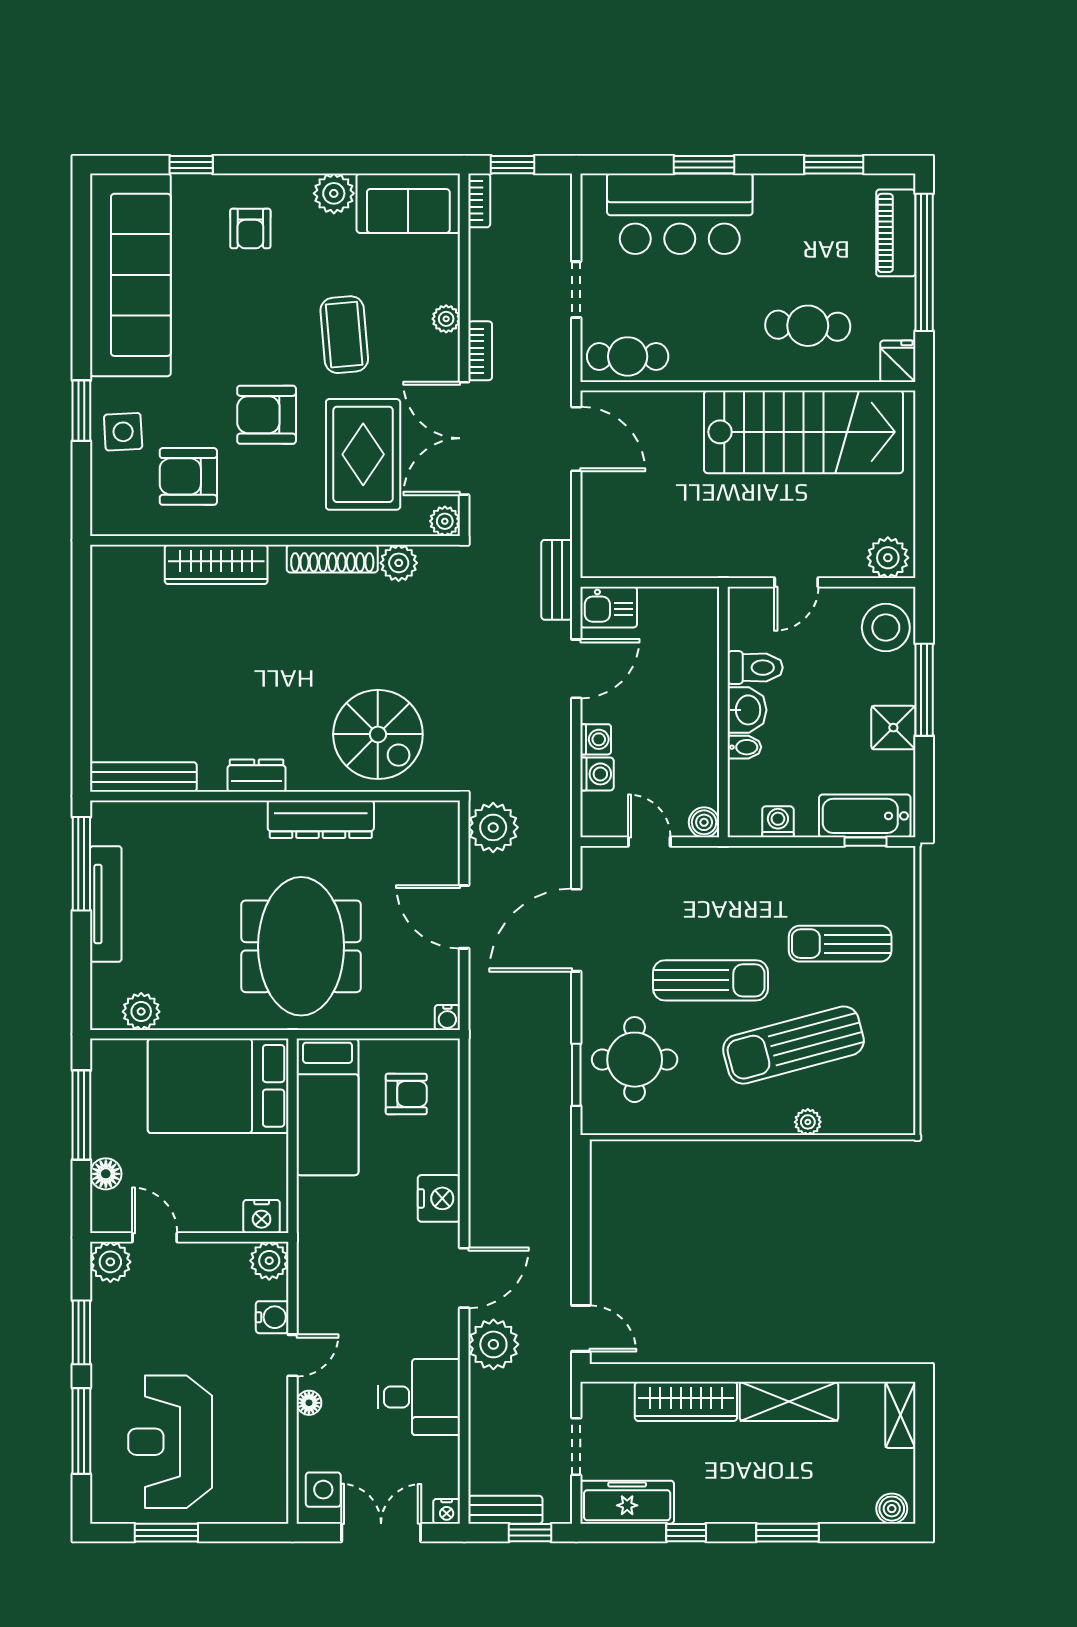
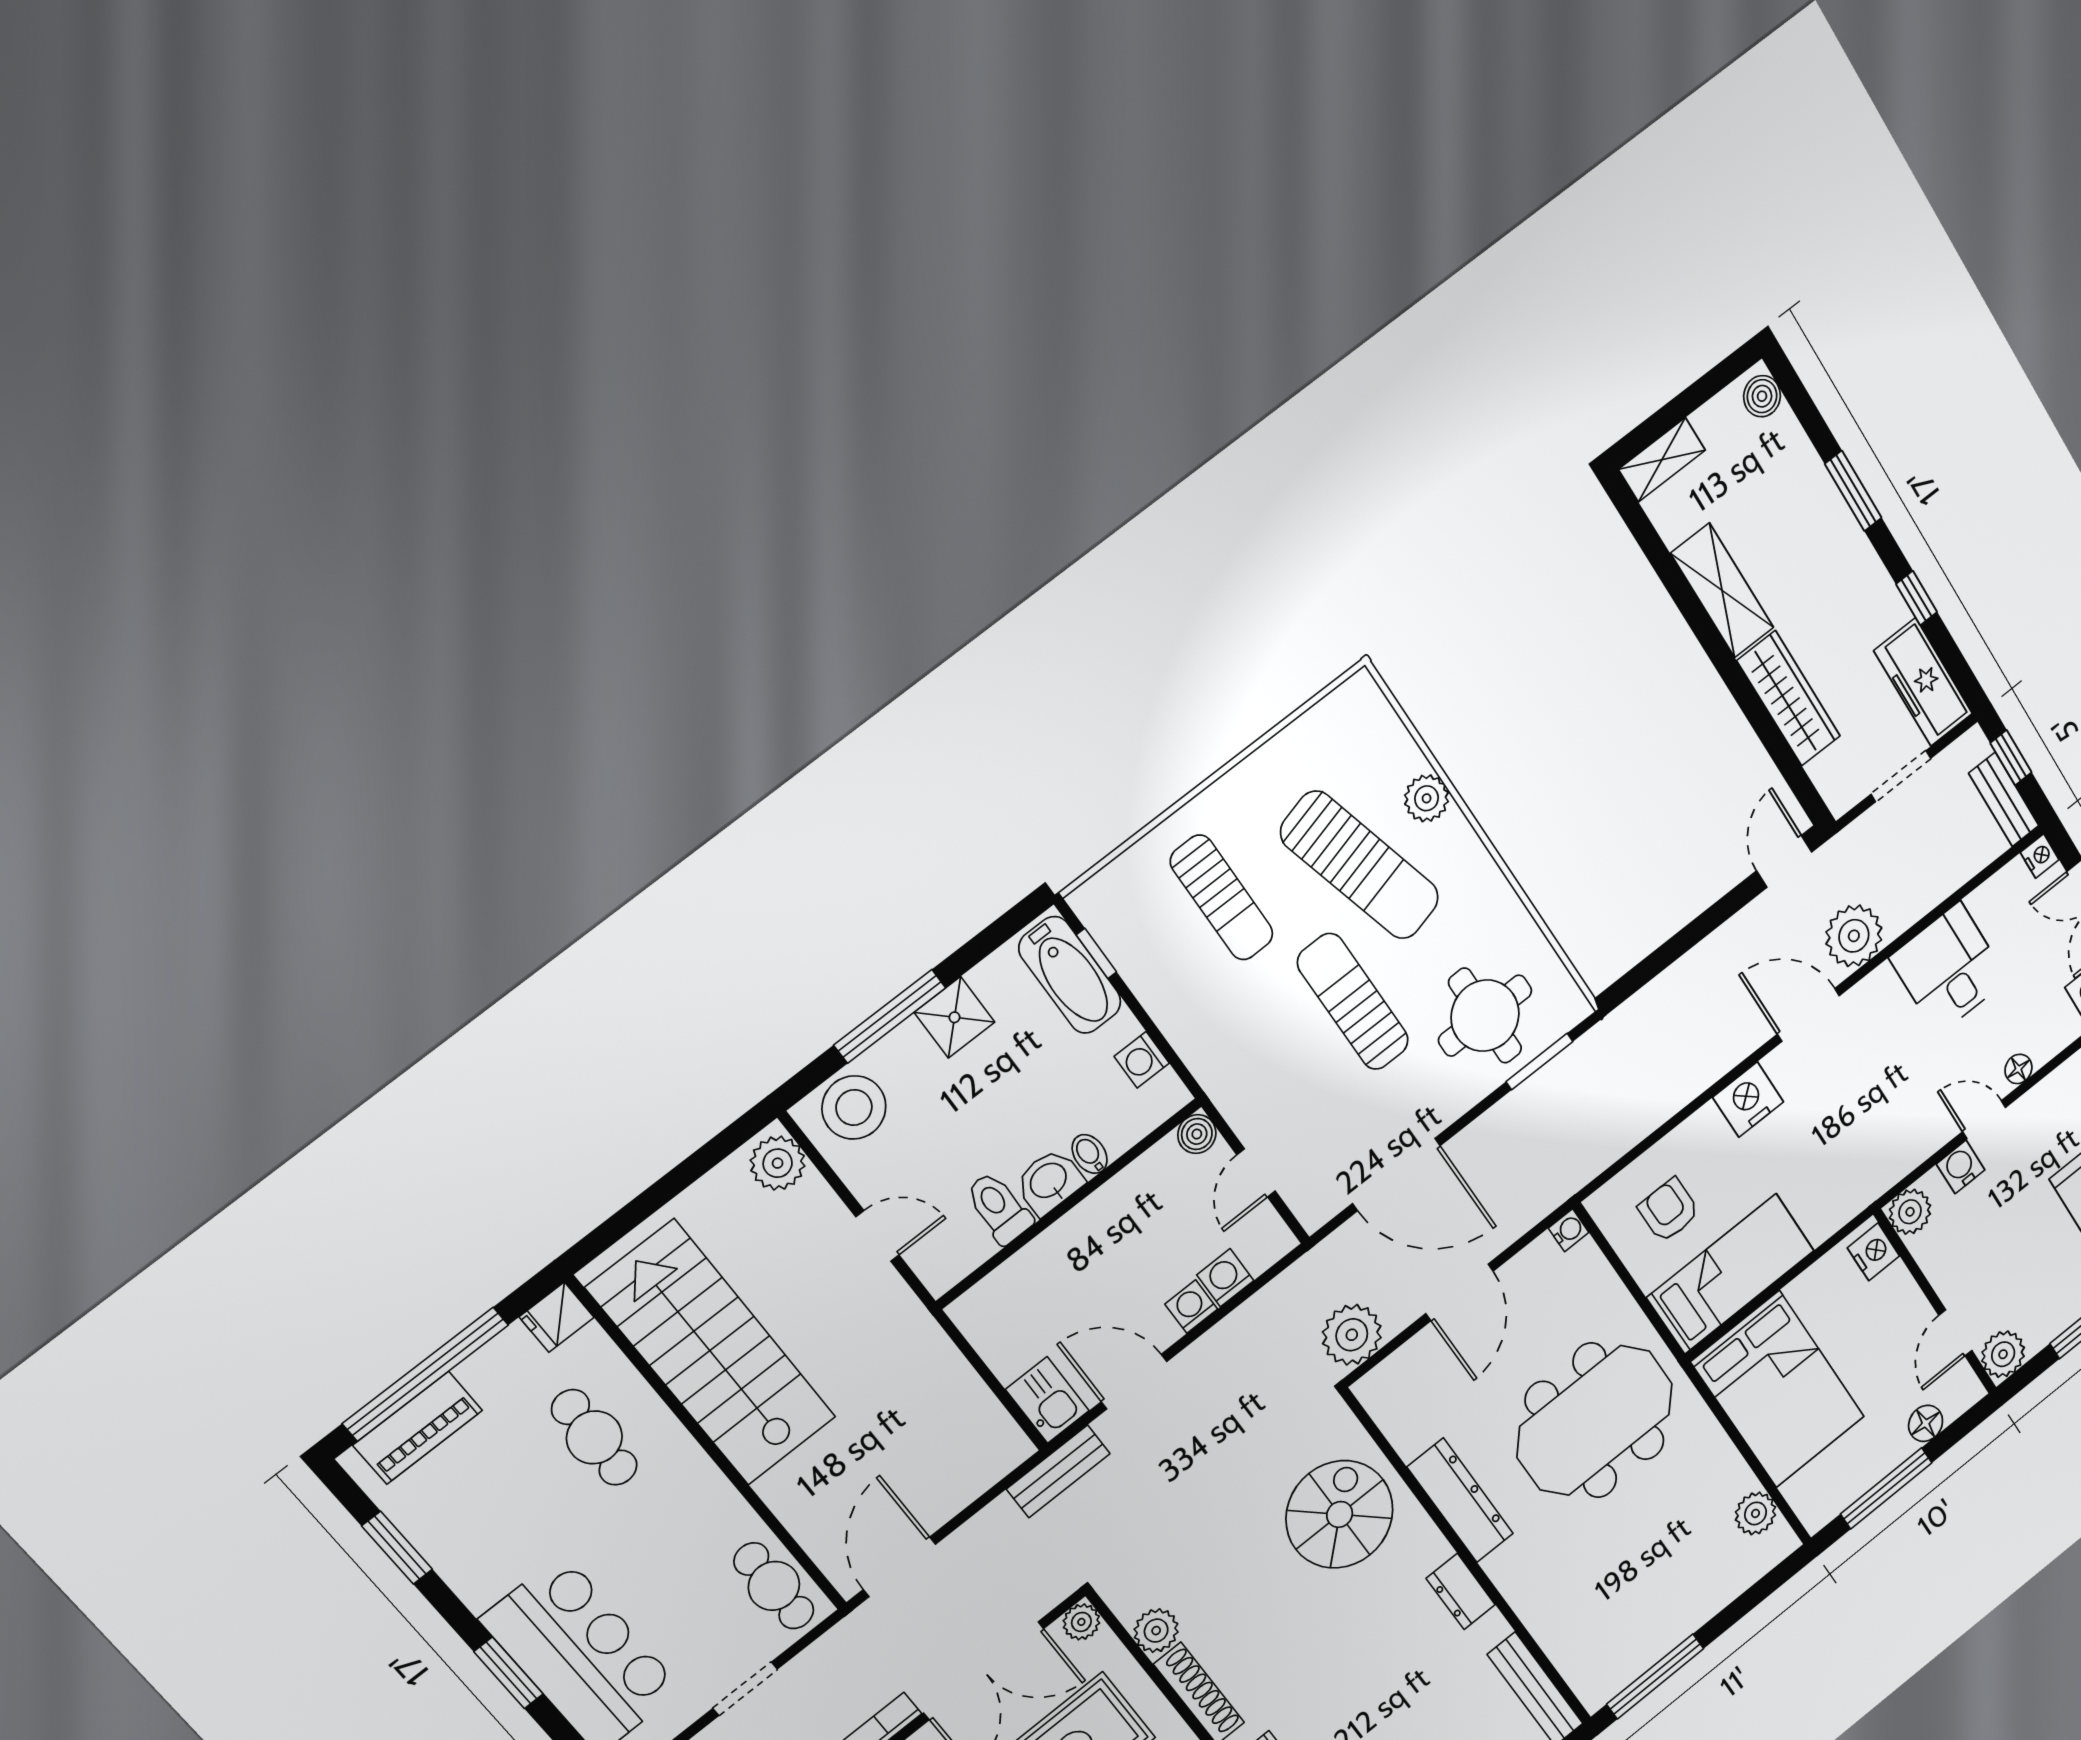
tv unit: (106, 904) -> (1677, 1625), removed
plant: (808, 1122) -> (1427, 798), width x1.38, depth x1.38

